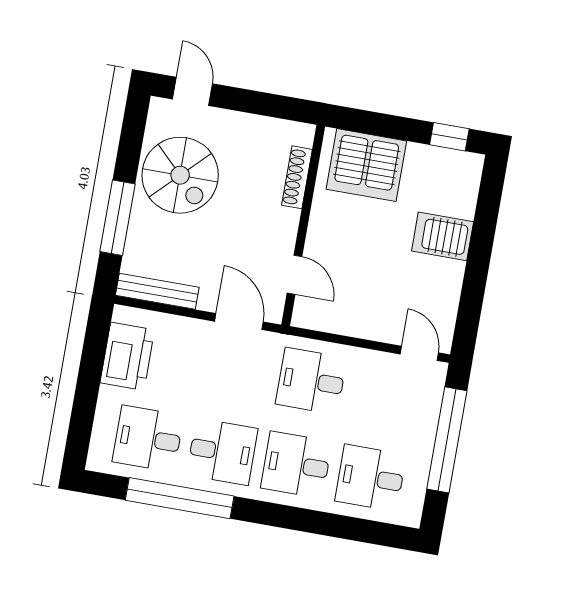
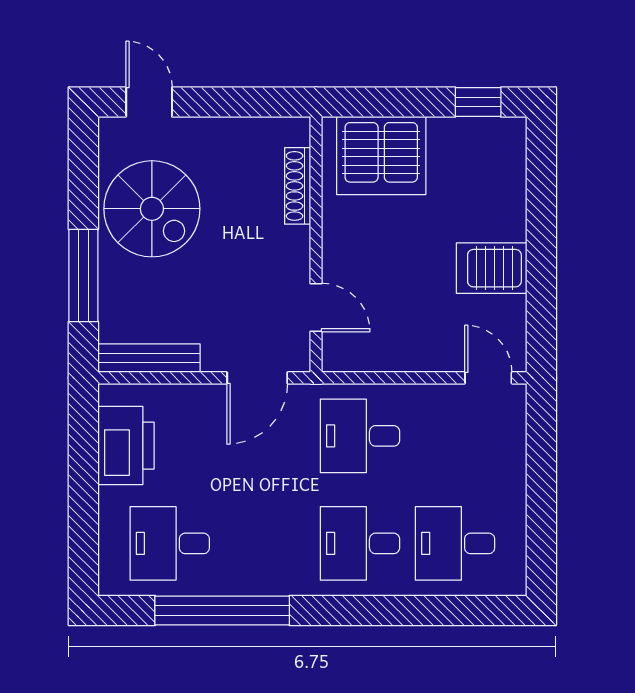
server rack: (443, 236) -> (492, 268), moved
door: (239, 322) -> (257, 378), swing flipped
window: (447, 440) -> (541, 479), removed
desk: (222, 452) -> (265, 543), removed

